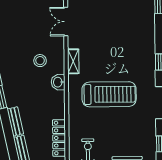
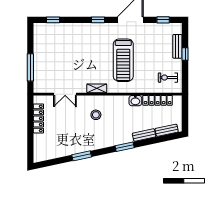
washbasin: (58, 82) -> (135, 101), moved
treadmill: (109, 94) -> (123, 60), turned 180

